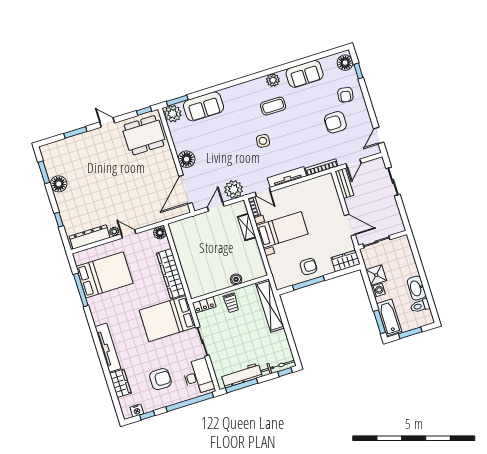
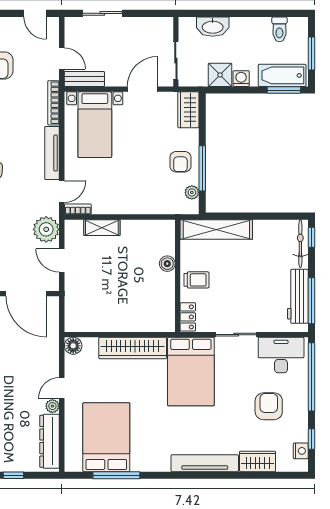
bed with nightstands: (282, 230) -> (95, 125), moved, turned 180
armchair: (308, 267) -> (180, 162), turned 180
plant: (290, 281) -> (192, 192), added
washbasin: (417, 288) -> (213, 27), moved

